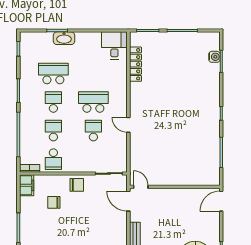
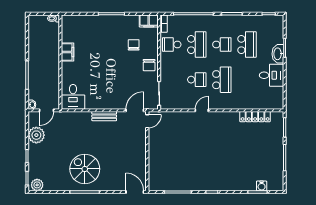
desk: (114, 45) -> (272, 75), moved
school desk: (53, 131) -> (197, 45), width x1.85

